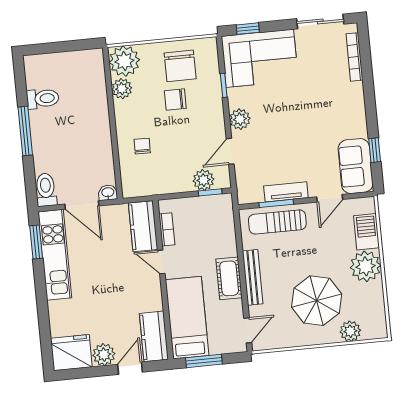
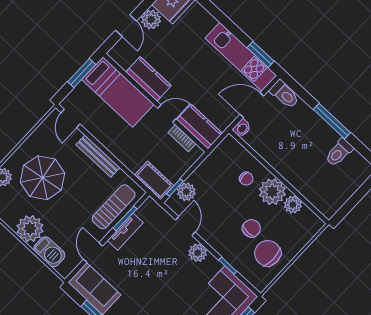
plant: (124, 61) -> (272, 192), moved
cot: (229, 278) -> (154, 180), moved
kitchen counter: (154, 336) -> (148, 79), moved

